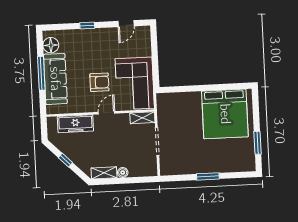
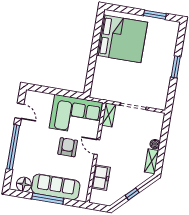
window: (87, 26) -> (13, 147), width x3.17
freezer: (75, 124) -> (101, 178), width x0.71

